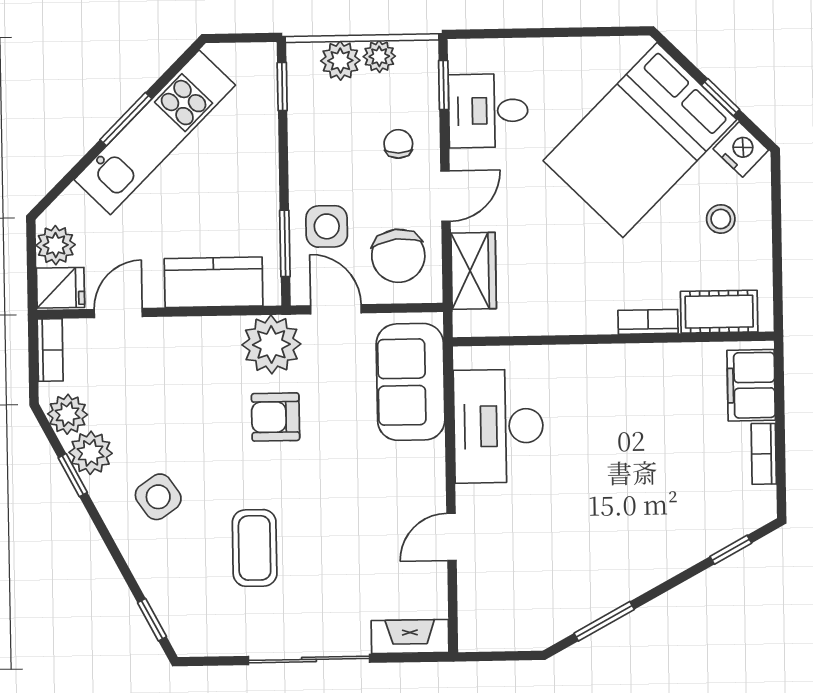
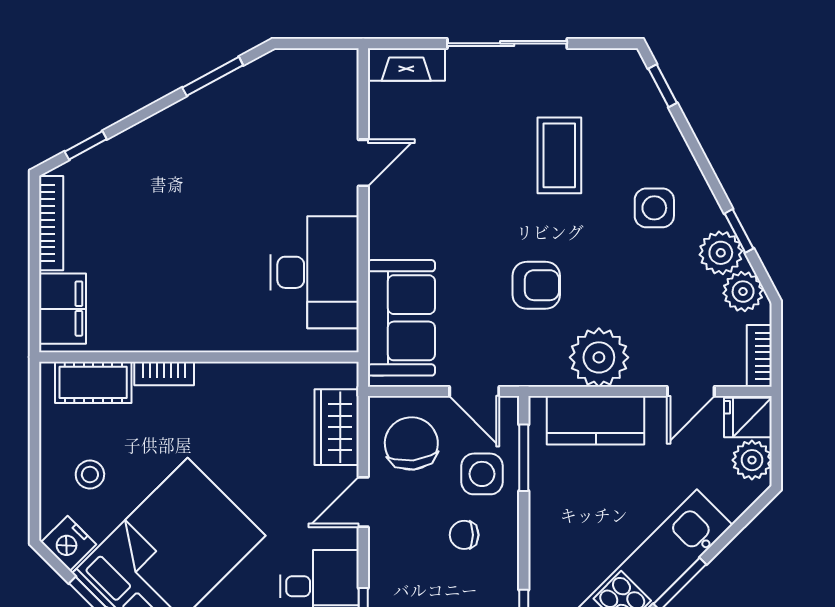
chair: (398, 144) -> (464, 535), moved, turned 90
plant: (271, 344) -> (599, 357), moved
bookcase: (764, 454) -> (51, 223), width x1.56
side table: (158, 497) -> (654, 208), turned 35

